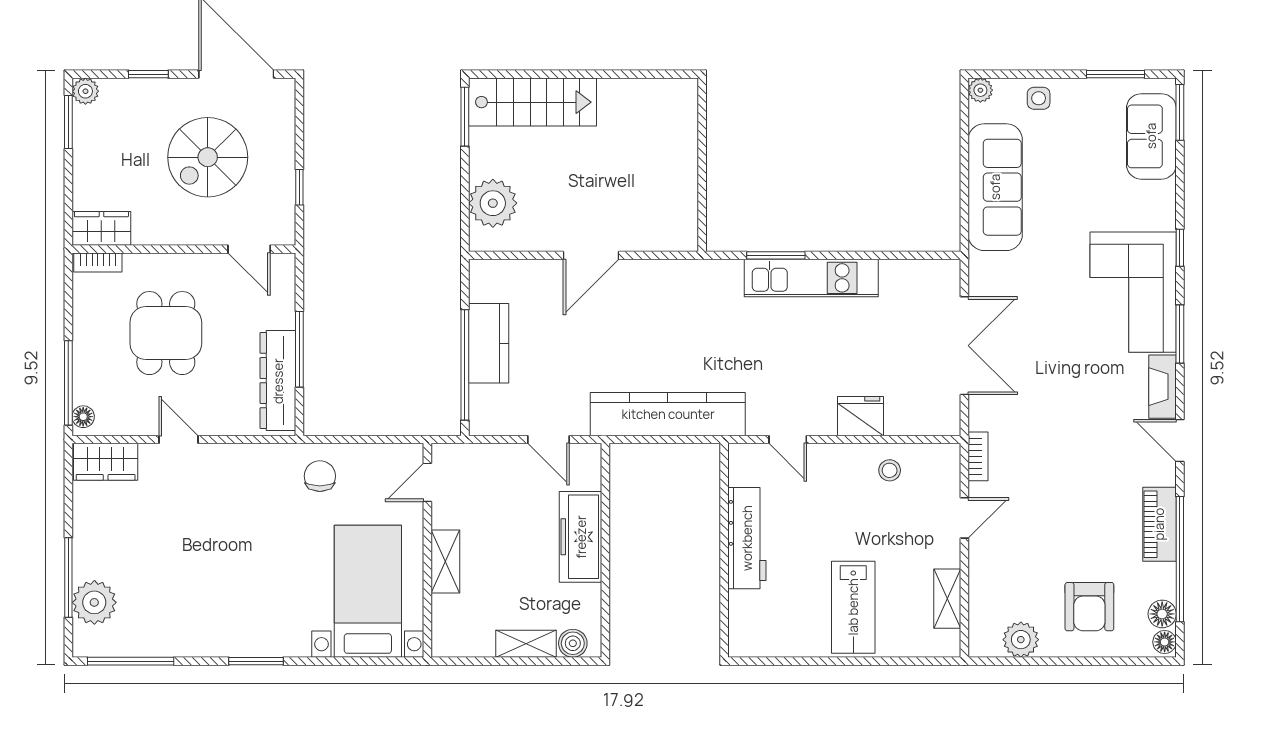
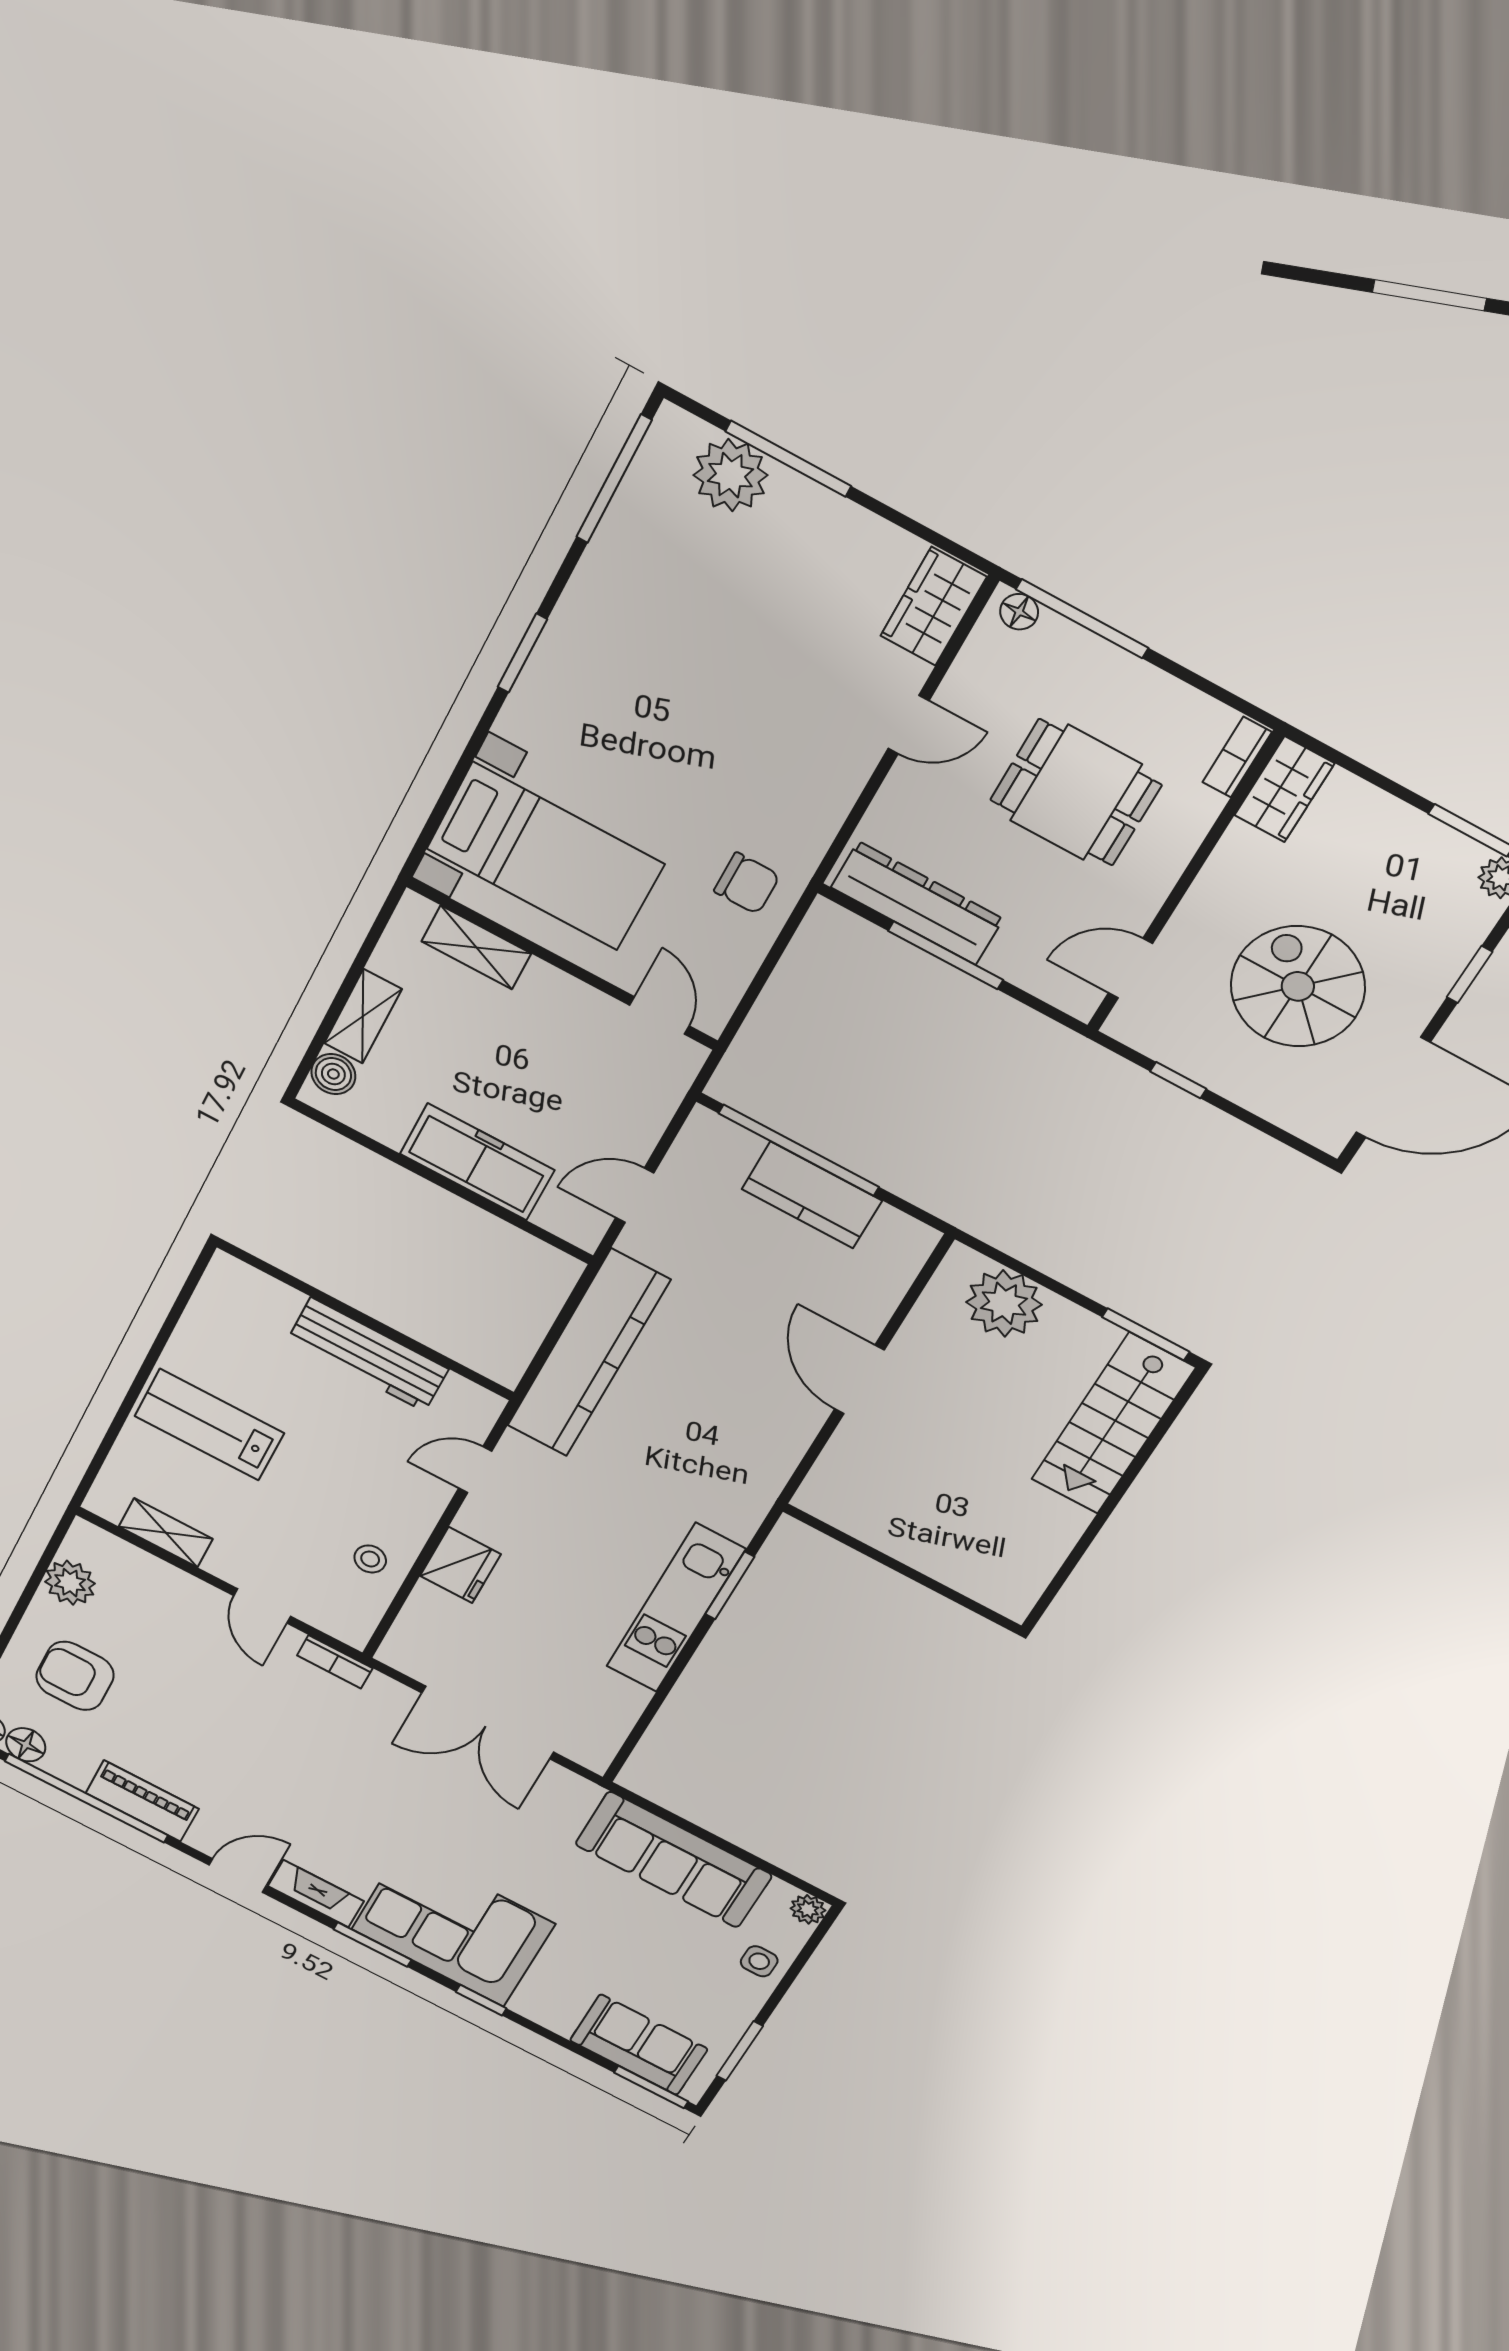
shelving: (445, 562) -> (476, 947), moved

